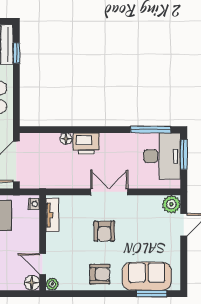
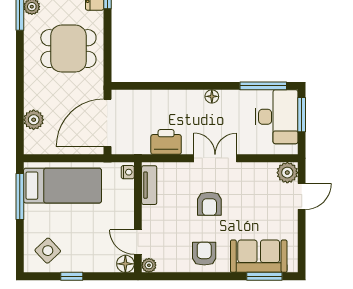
floor lamp: (66, 139) -> (212, 96), moved
printer: (86, 144) -> (166, 142), moved, turned 180
armchair: (100, 274) -> (204, 254), turned -90

